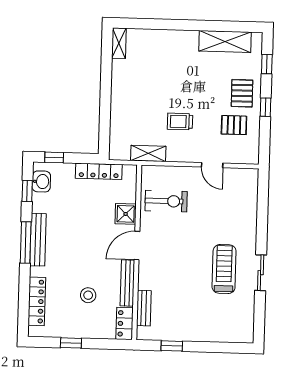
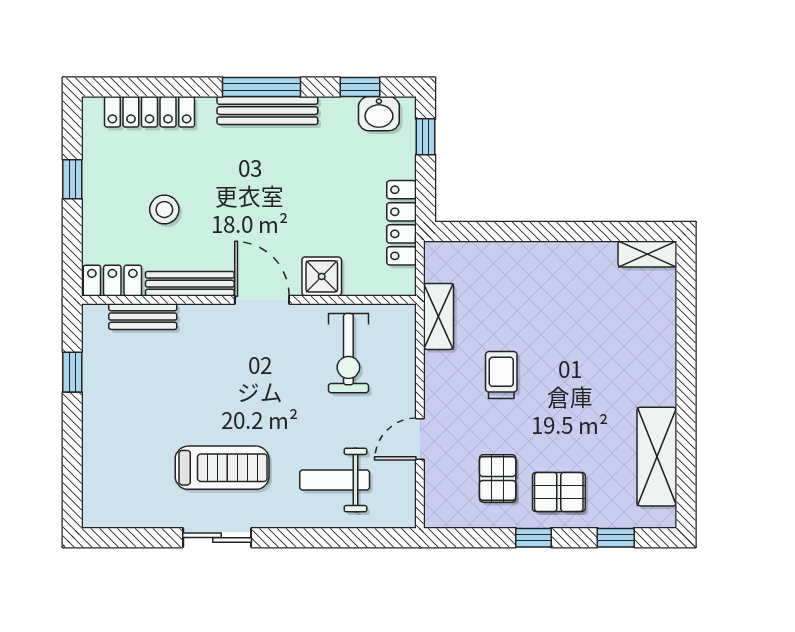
weight bench: (232, 210) -> (335, 480), added

